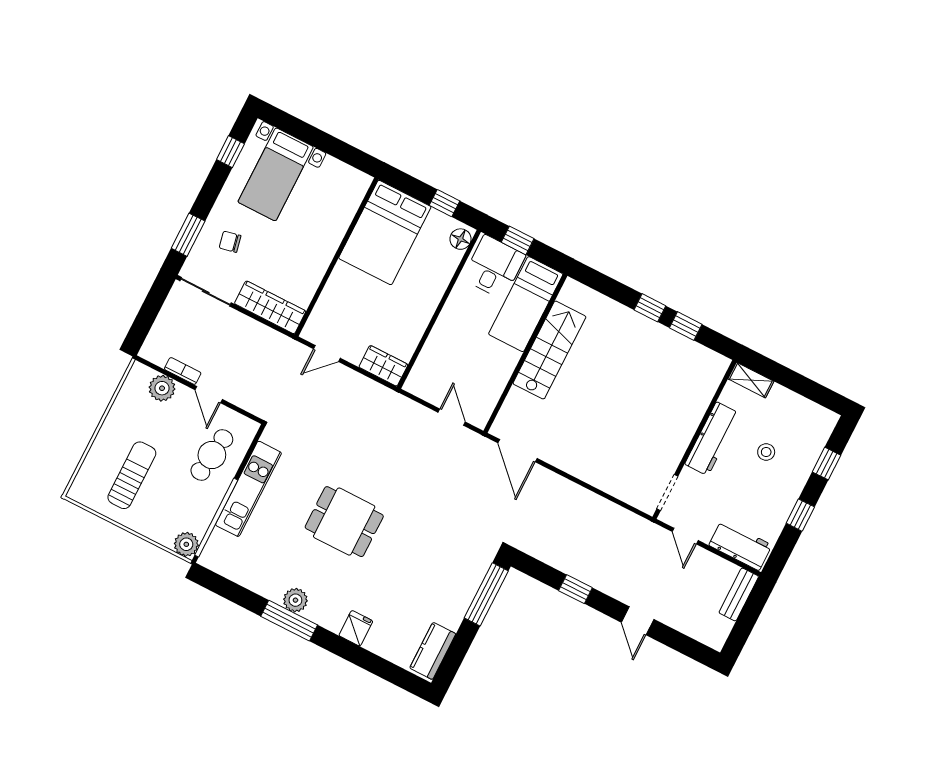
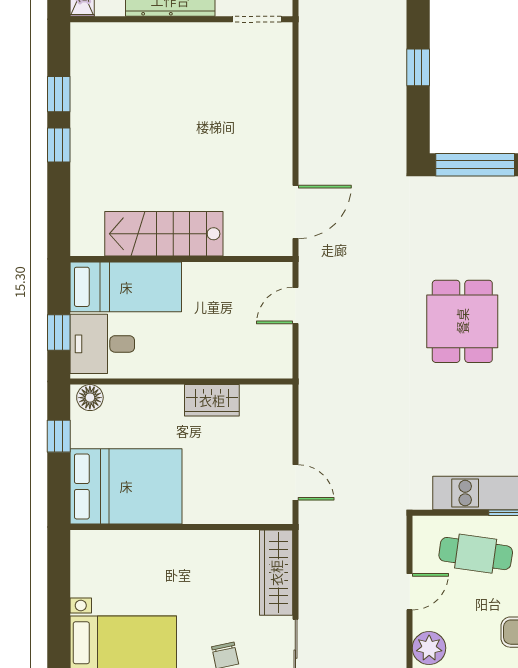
wardrobe: (383, 366) -> (212, 400), moved, turned -90
bookcase: (183, 371) -> (398, 635), removed
dining table: (344, 522) -> (462, 321), moved

